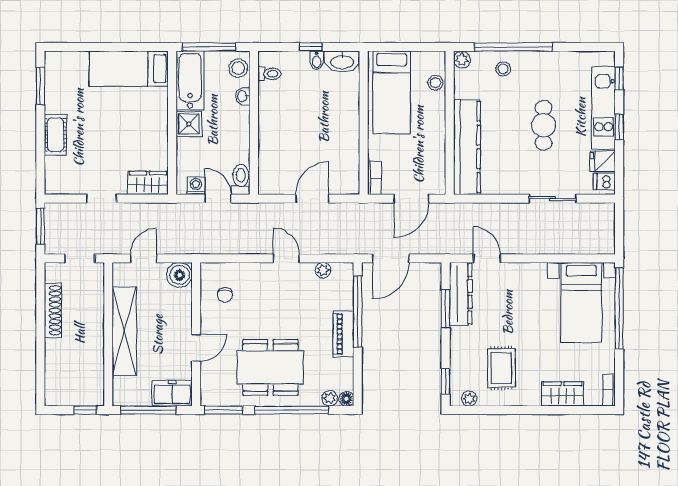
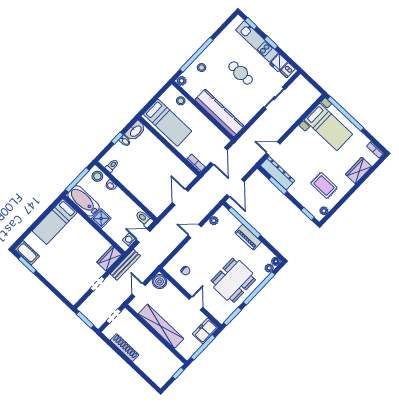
cot: (55, 135) -> (27, 253), moved
bench: (159, 211) -> (125, 265), added

